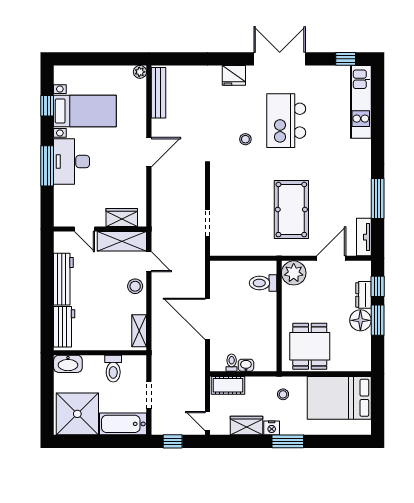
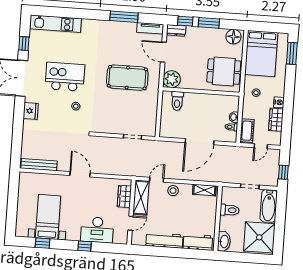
window: (346, 59) -> (24, 44), moved
plant: (140, 72) -> (23, 176), removed
kitchen island: (286, 121) -> (65, 77), turned 180
desk: (72, 162) -> (97, 230), moved
window: (47, 166) -> (85, 246), width x0.46
dresser: (363, 295) -> (176, 30), moved
floor lamp: (360, 320) -> (233, 37), moved
door: (207, 421) -> (261, 146), moved
window: (288, 441) -> (292, 53), moved

